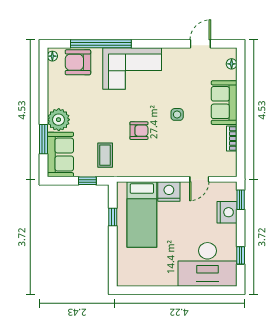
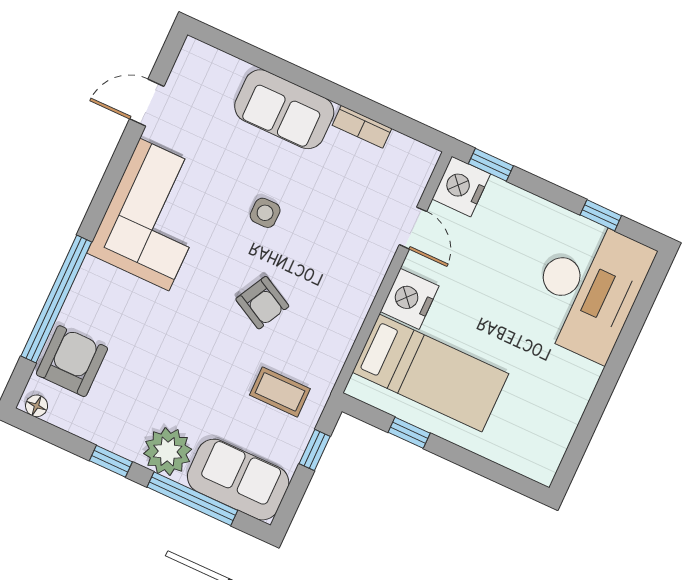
door: (200, 44) -> (147, 103), hinge flipped
armchair: (78, 62) -> (72, 361), turned 180
floor lamp: (232, 64) -> (215, 59), removed
corner sofa: (132, 68) -> (154, 215), moved
window: (44, 98) -> (111, 461), added
armchair: (139, 131) -> (262, 303), turned 118
window: (44, 139) -> (192, 499), width x1.44
nightstand: (227, 212) -> (461, 186), moved, turned -90

